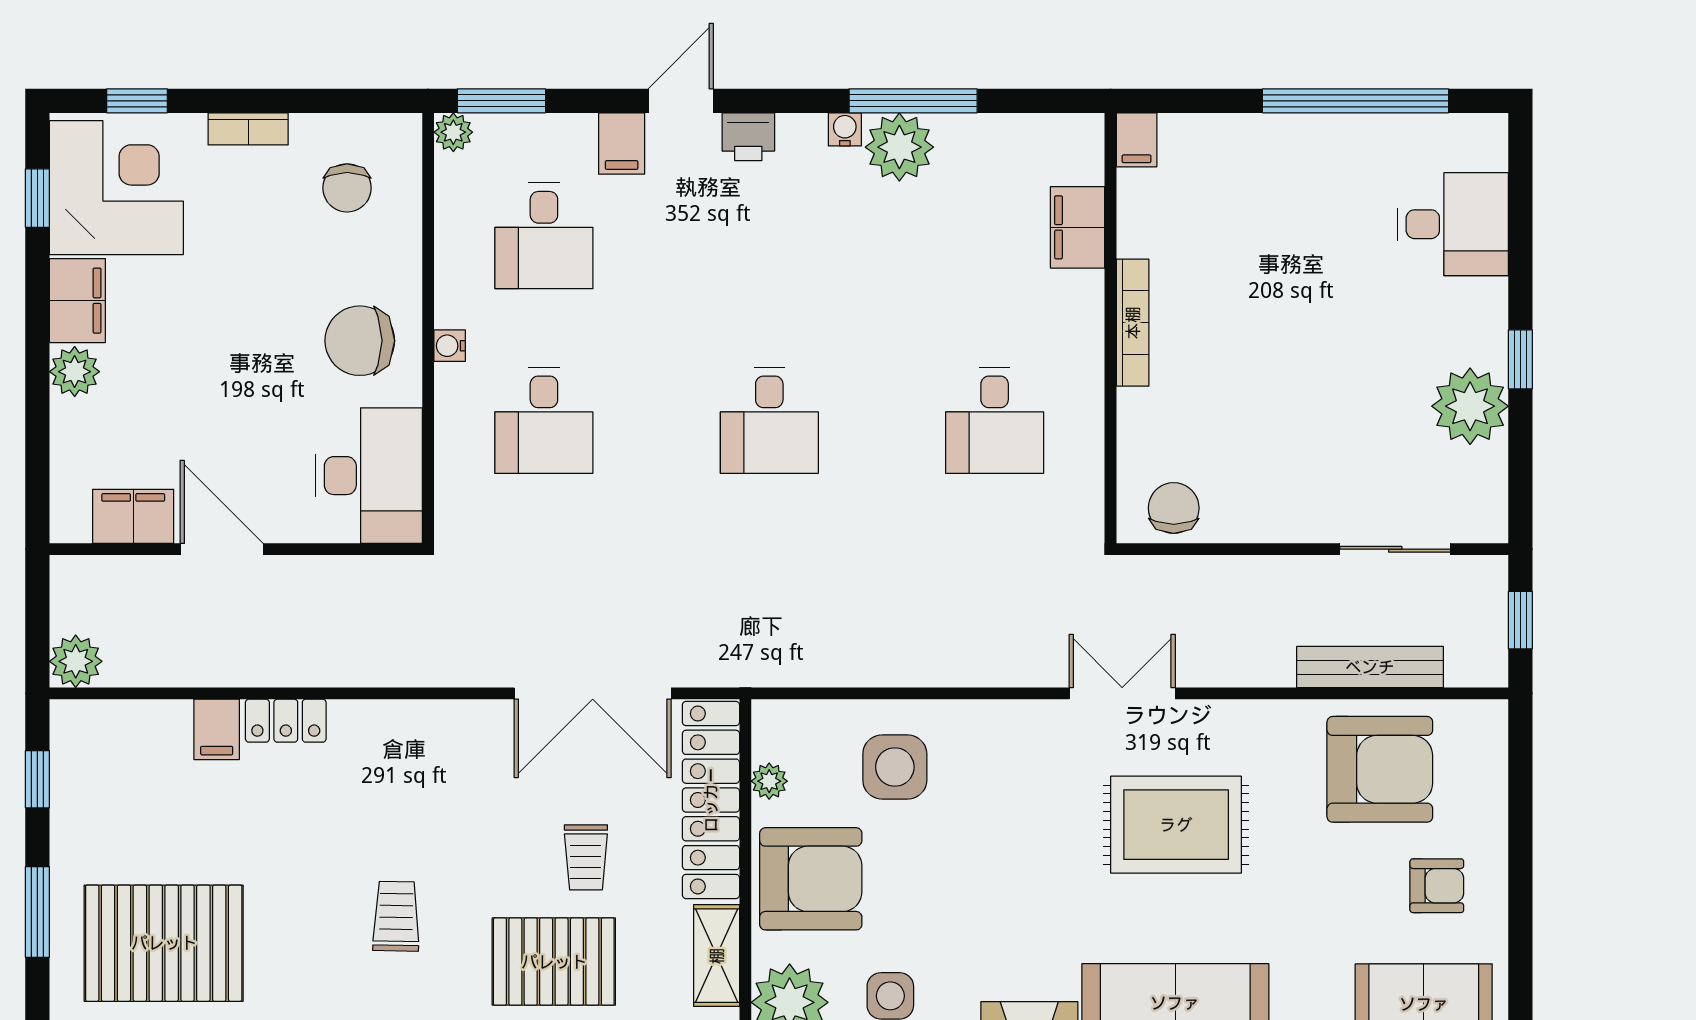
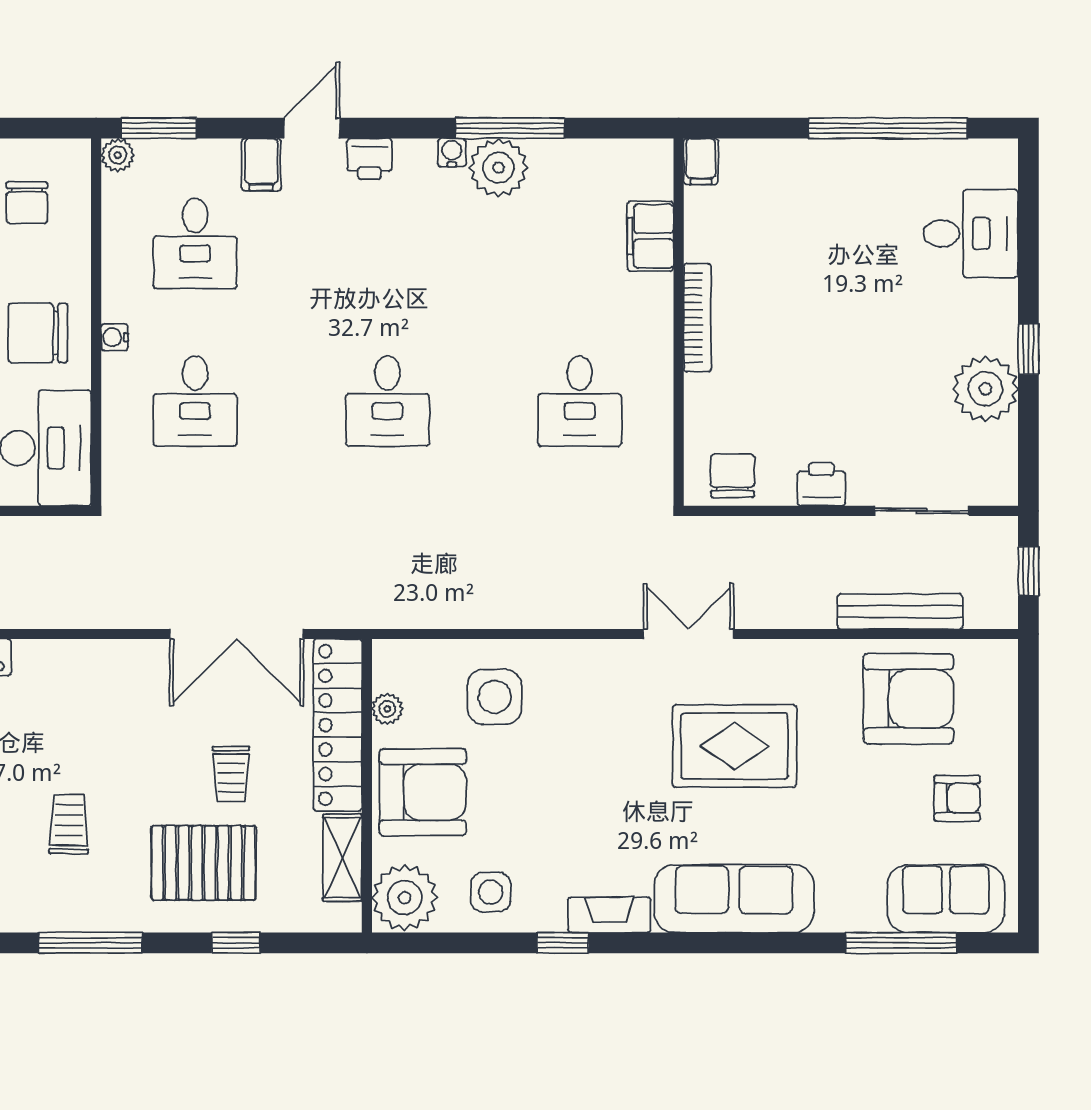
printer: (1278, 518) -> (821, 484), added

